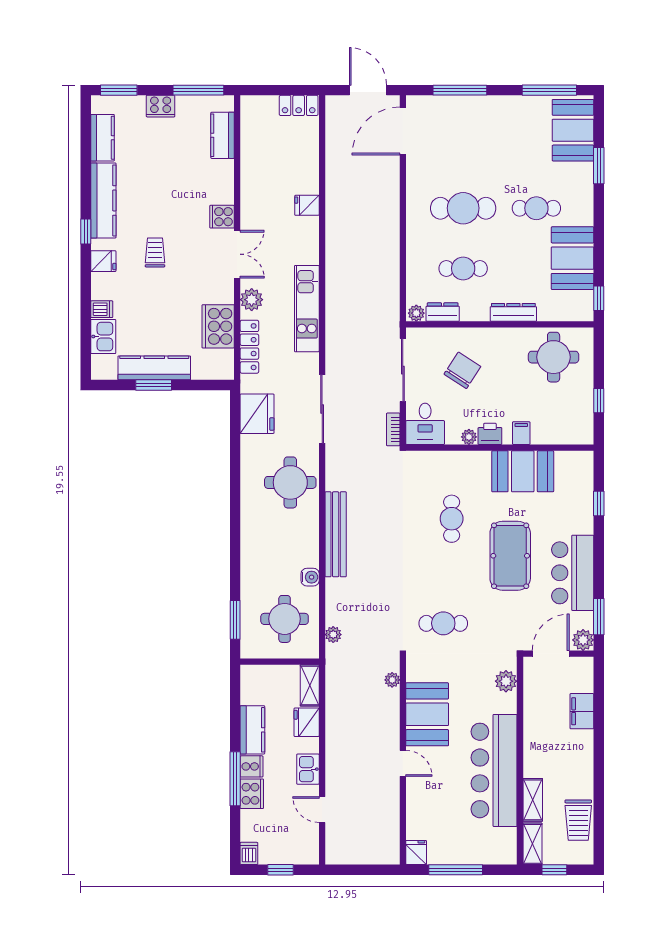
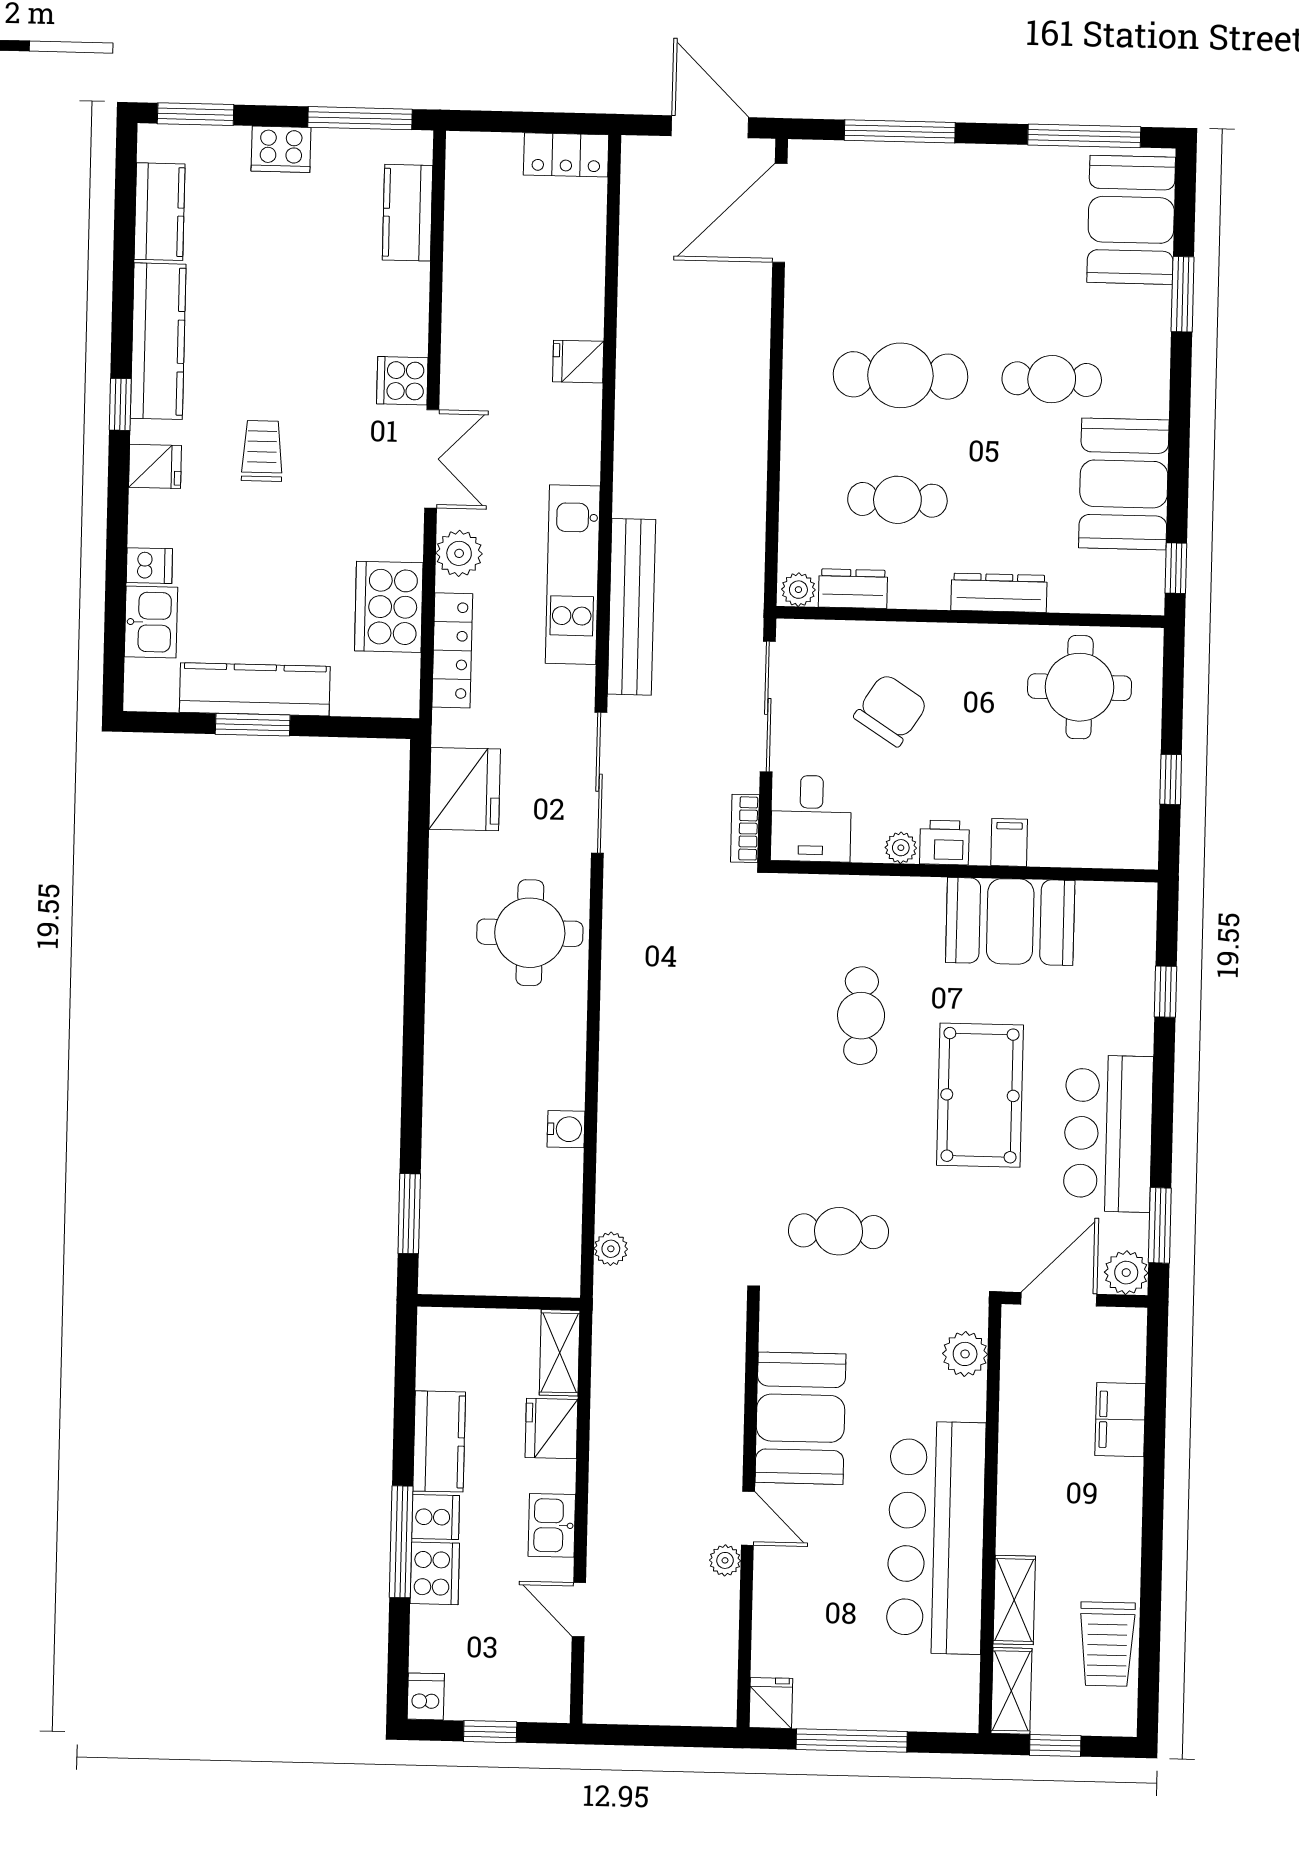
bench: (336, 534) -> (632, 607), moved
round table: (285, 619) -> (511, 1214), removed
plant: (392, 680) -> (725, 1560), moved

